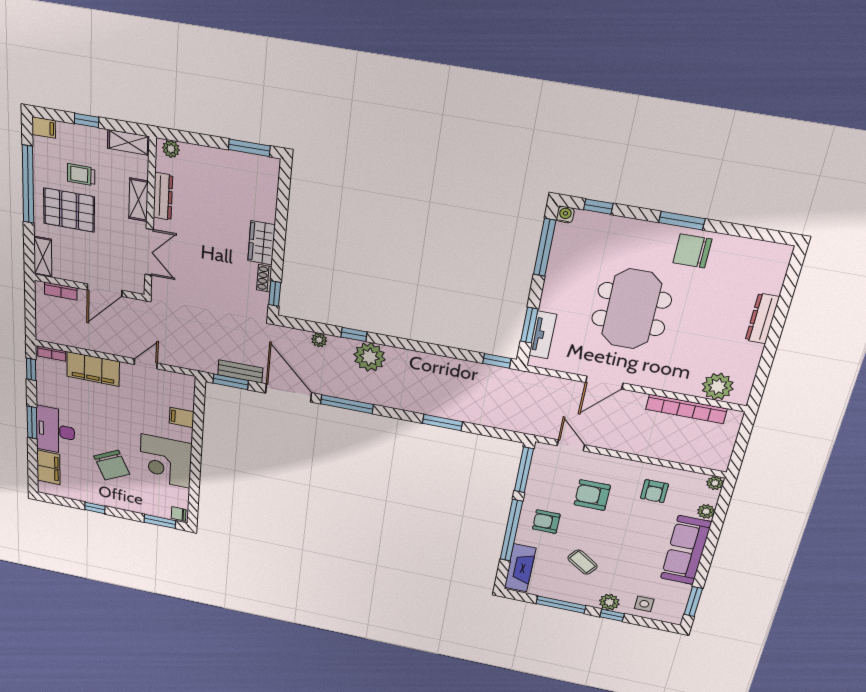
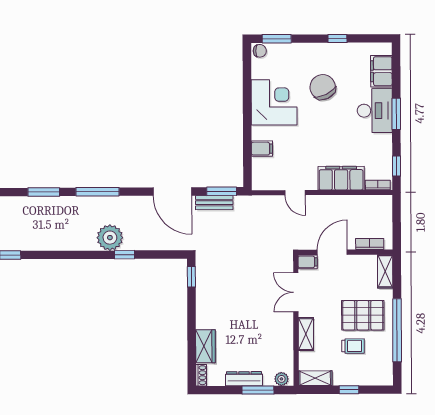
filing cabinet: (44, 128) -> (308, 262), moved, turned 180
window: (249, 148) -> (258, 390), moved
dresser: (163, 196) -> (244, 379), moved, turned 90
wardrobe: (262, 243) -> (205, 346), moved
shoe rack: (264, 278) -> (201, 375), moved
plant: (319, 340) -> (152, 244), removed
door: (146, 364) -> (295, 193), hinge flipped
window: (347, 404) -> (97, 192), moved

